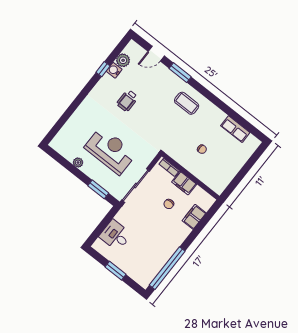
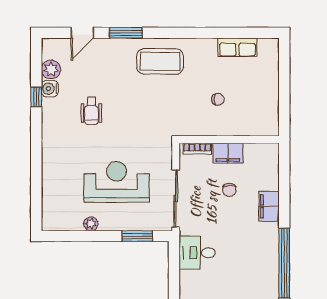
coffee table: (187, 103) -> (160, 61), width x1.36, depth x1.32
filing cabinet: (194, 217) -> (269, 206), moved
desk: (115, 235) -> (197, 253), moved

